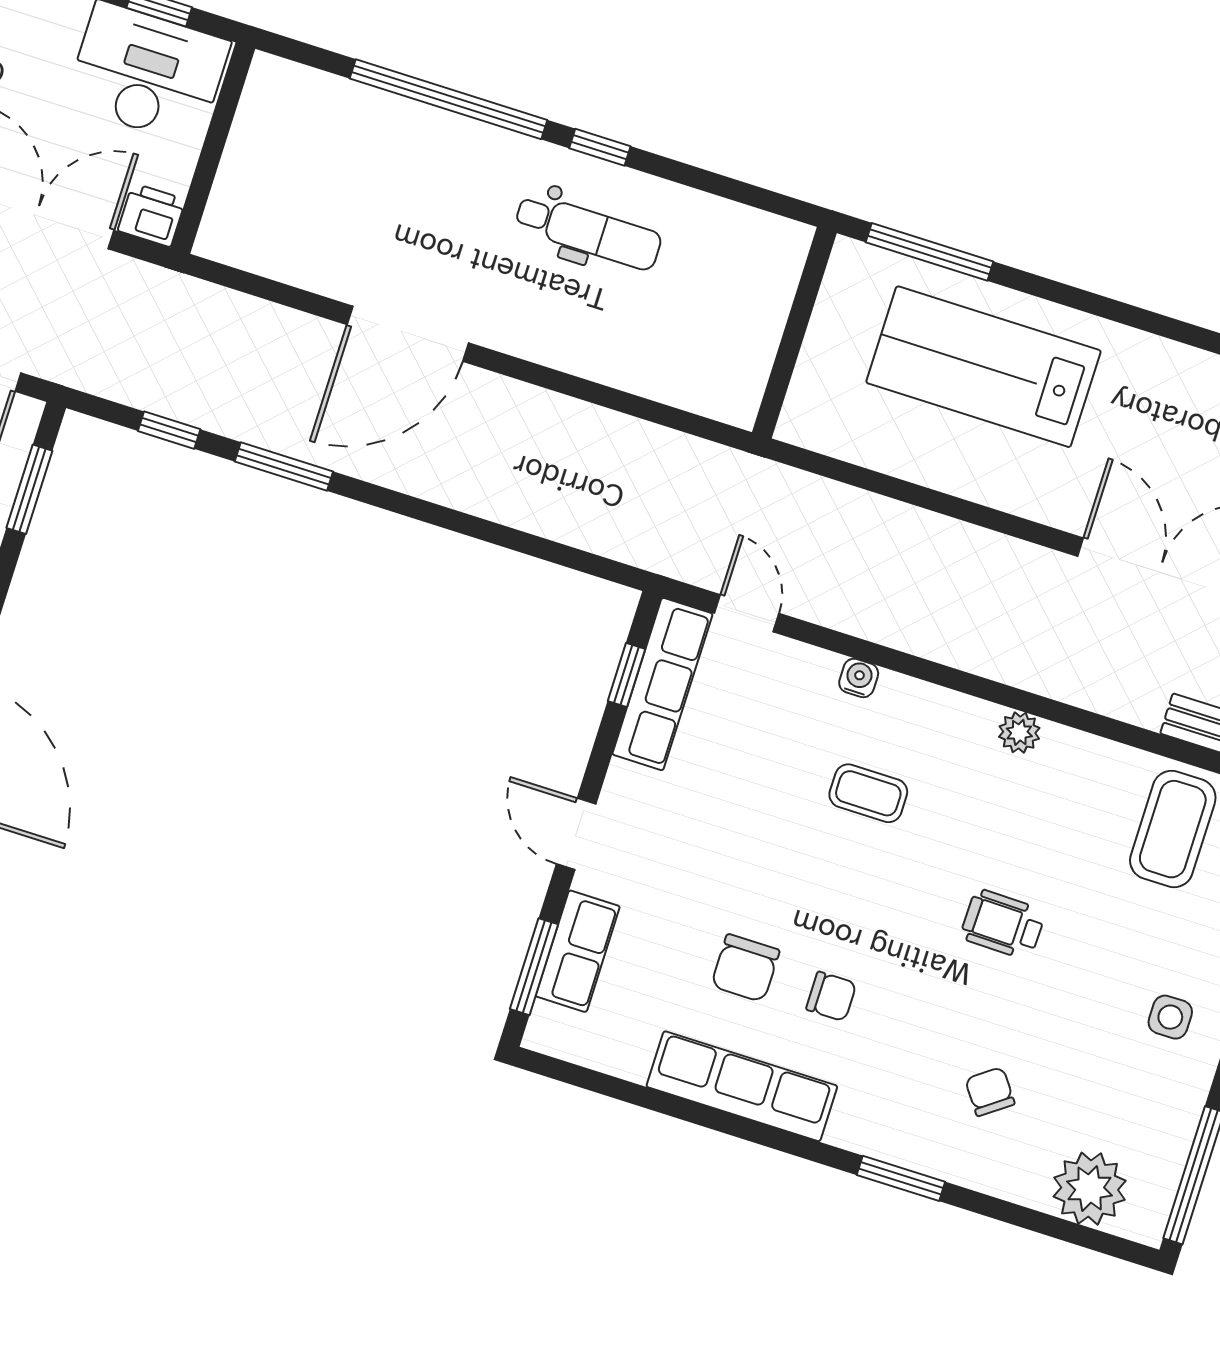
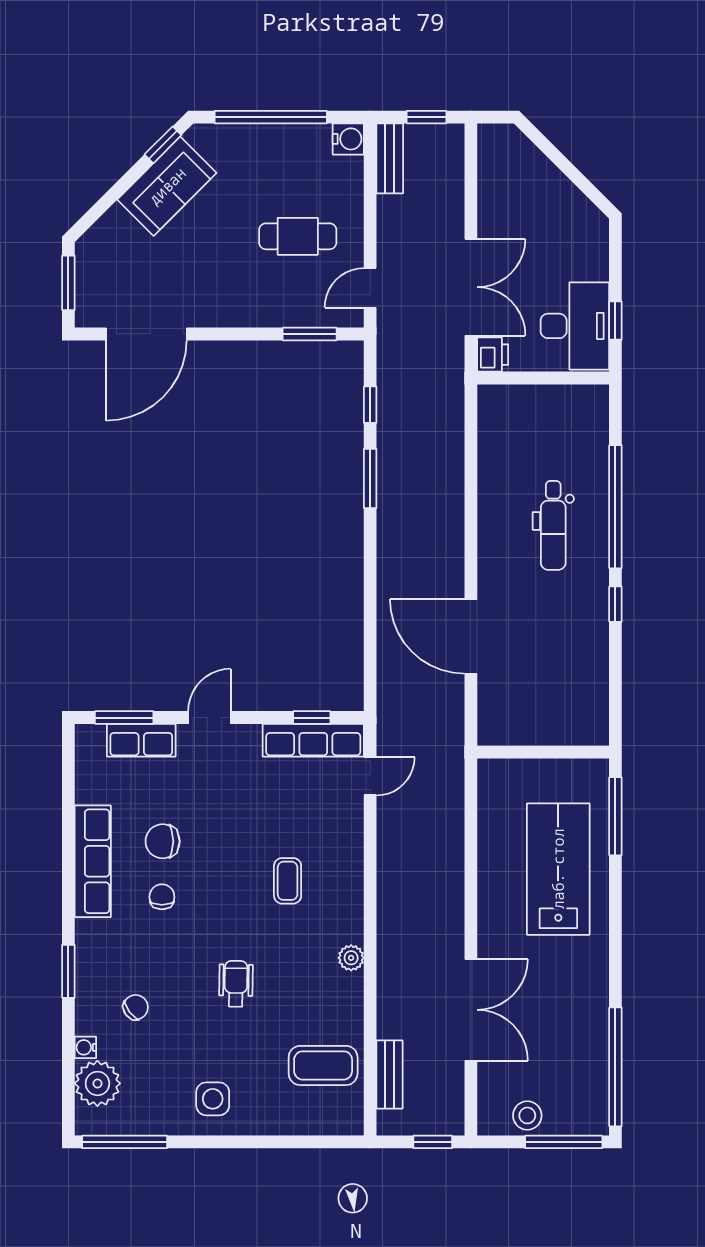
dental chair: (588, 232) -> (553, 525), moved
door: (408, 334) -> (471, 636), moved
water cooler: (859, 678) -> (85, 1047), moved, turned 180
chair: (831, 996) -> (162, 897), turned 180
side table: (1170, 1017) -> (213, 1099), width x1.37, depth x1.37

